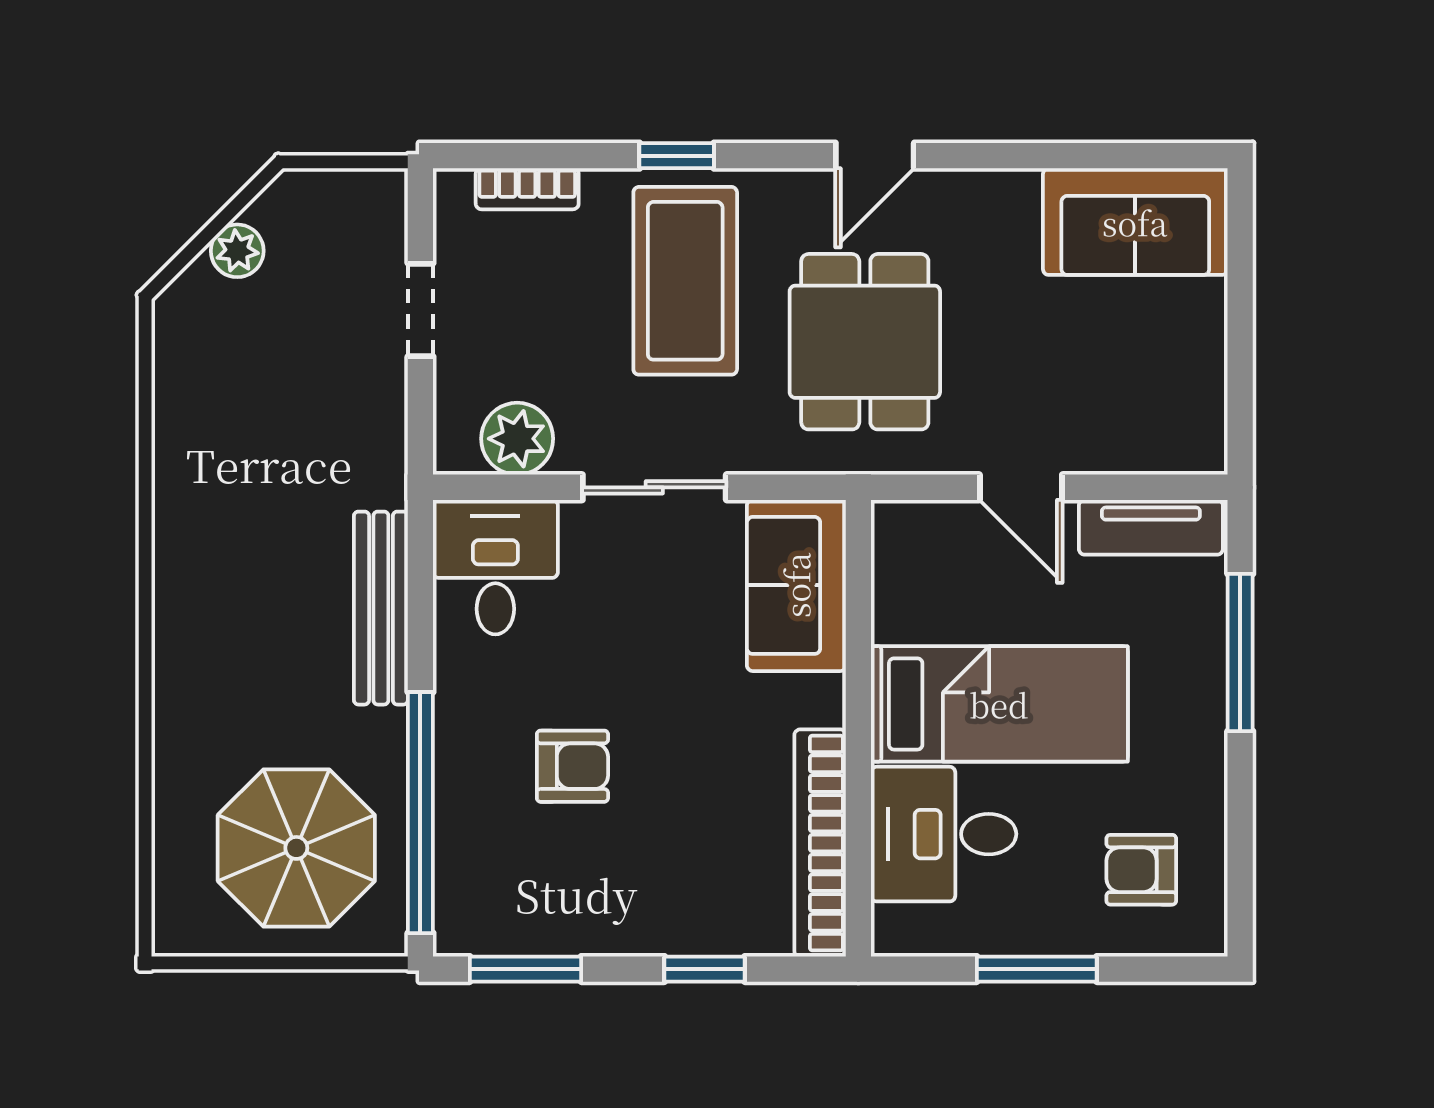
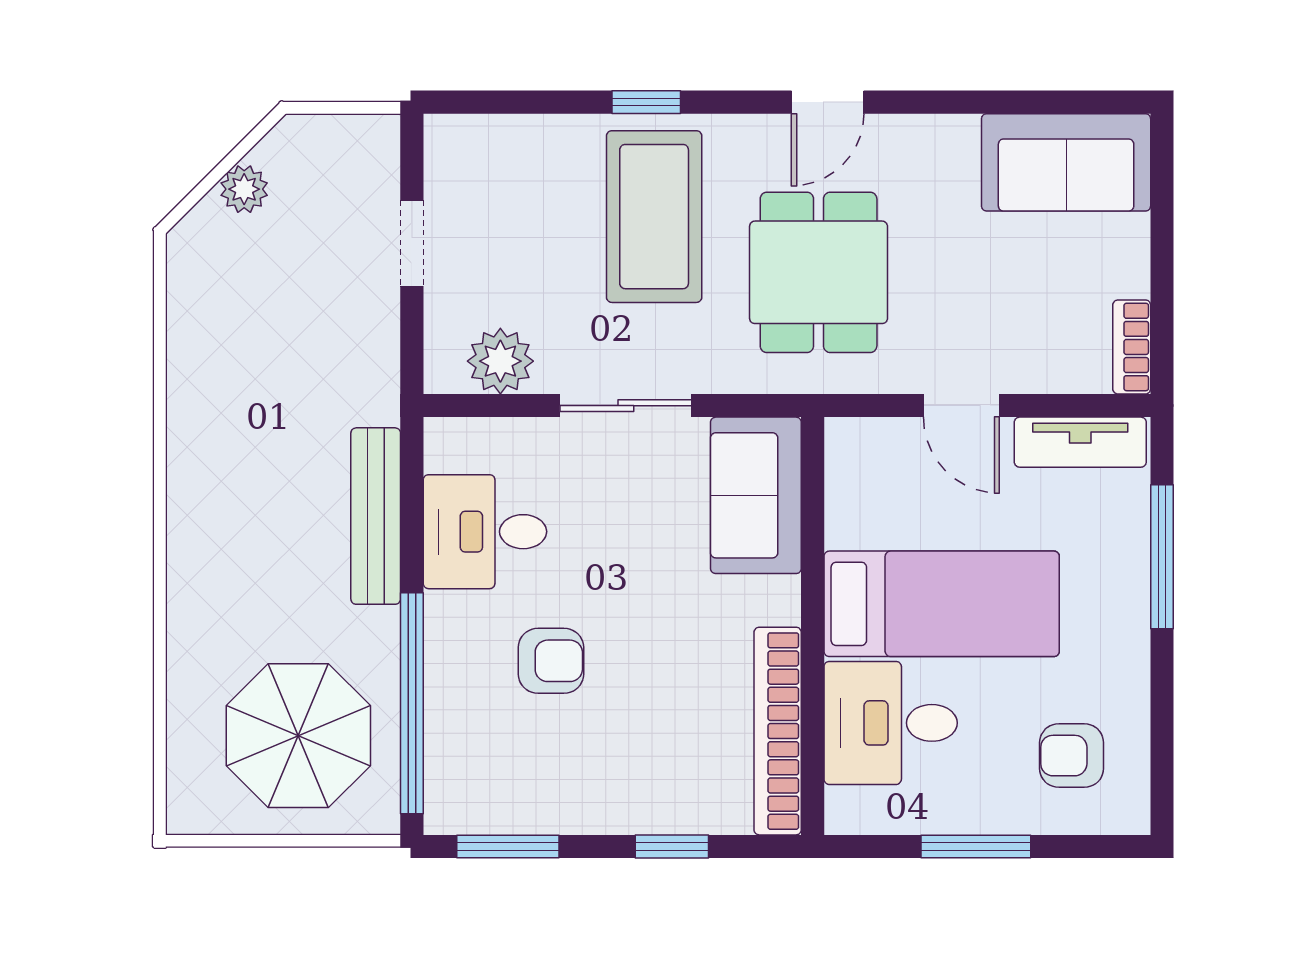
bookcase: (527, 189) -> (1132, 347), moved, turned 90
desk: (495, 567) -> (485, 532), moved, turned -90

